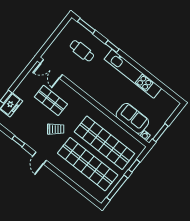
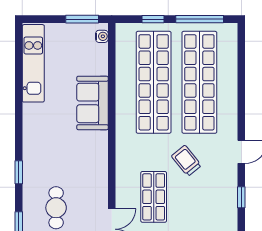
kitchen unit: (133, 74) -> (33, 63), moved, width x0.73
sofa: (132, 118) -> (93, 103), moved

